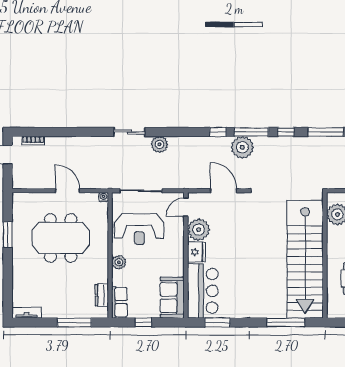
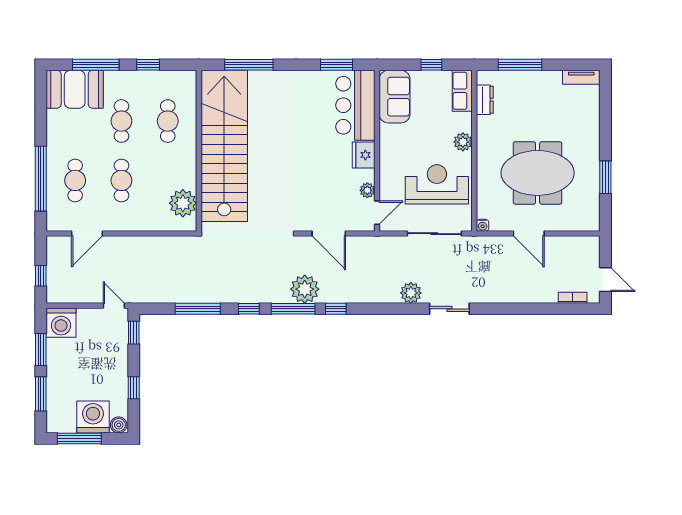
plant: (199, 230) -> (367, 190), width x0.53, depth x0.53

